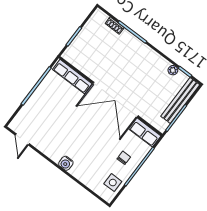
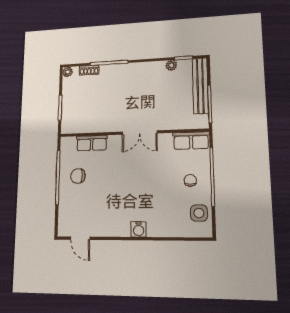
plant: (99, 14) -> (68, 72), added
row of seats: (72, 77) -> (92, 143), width x0.68
chair: (51, 96) -> (78, 176), added
double door: (116, 100) -> (140, 132), width x0.54

